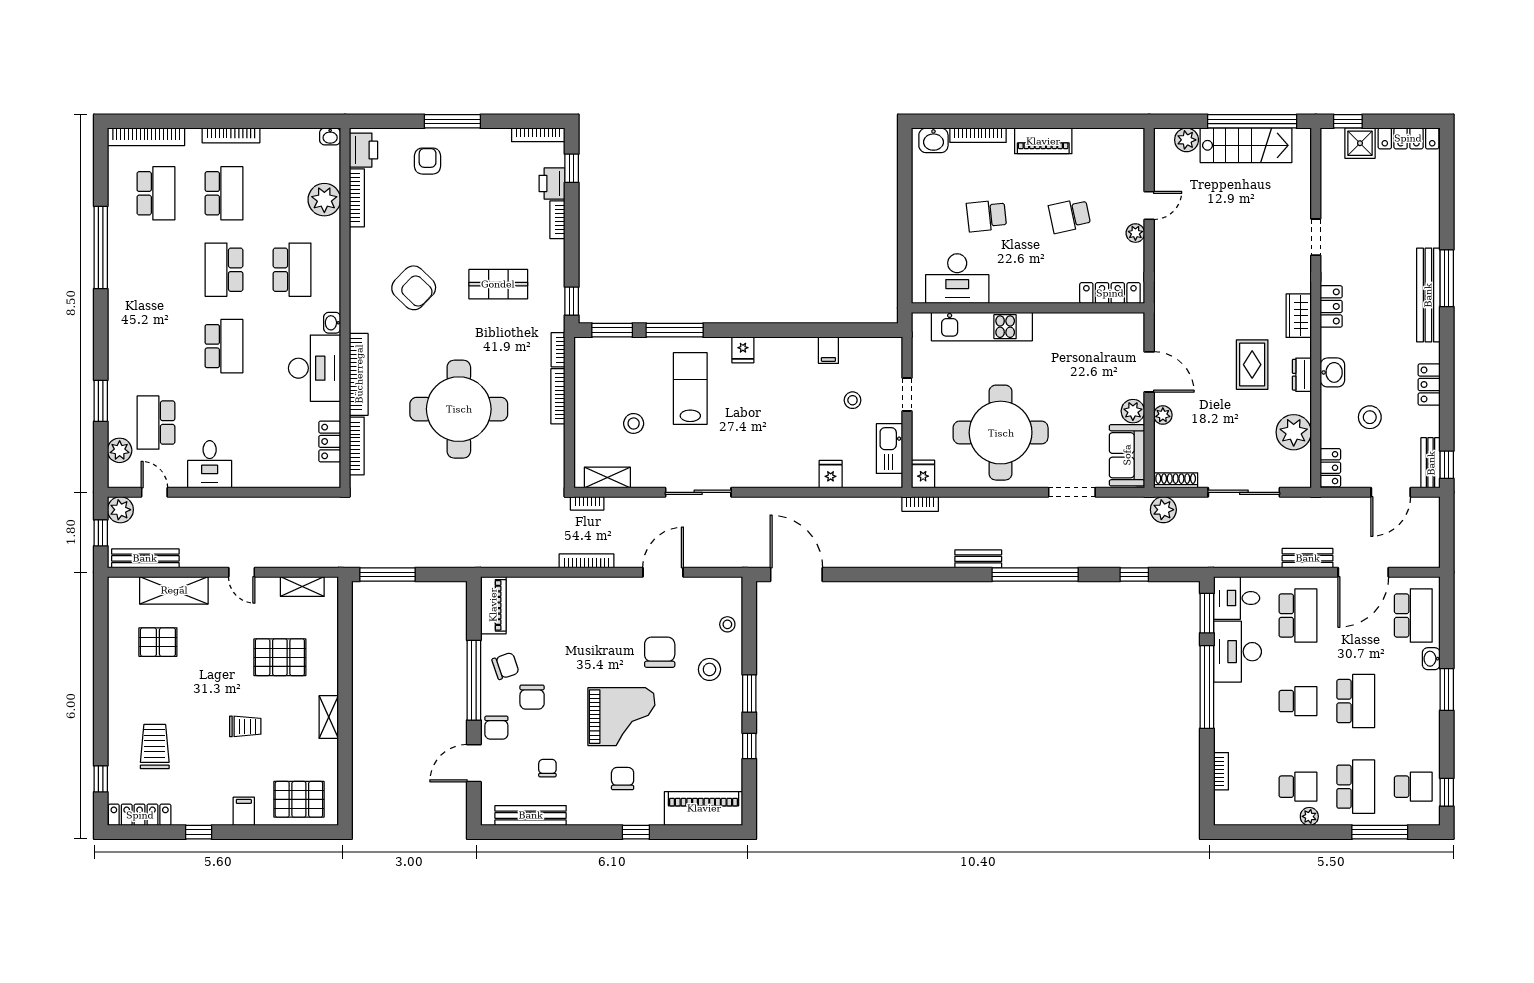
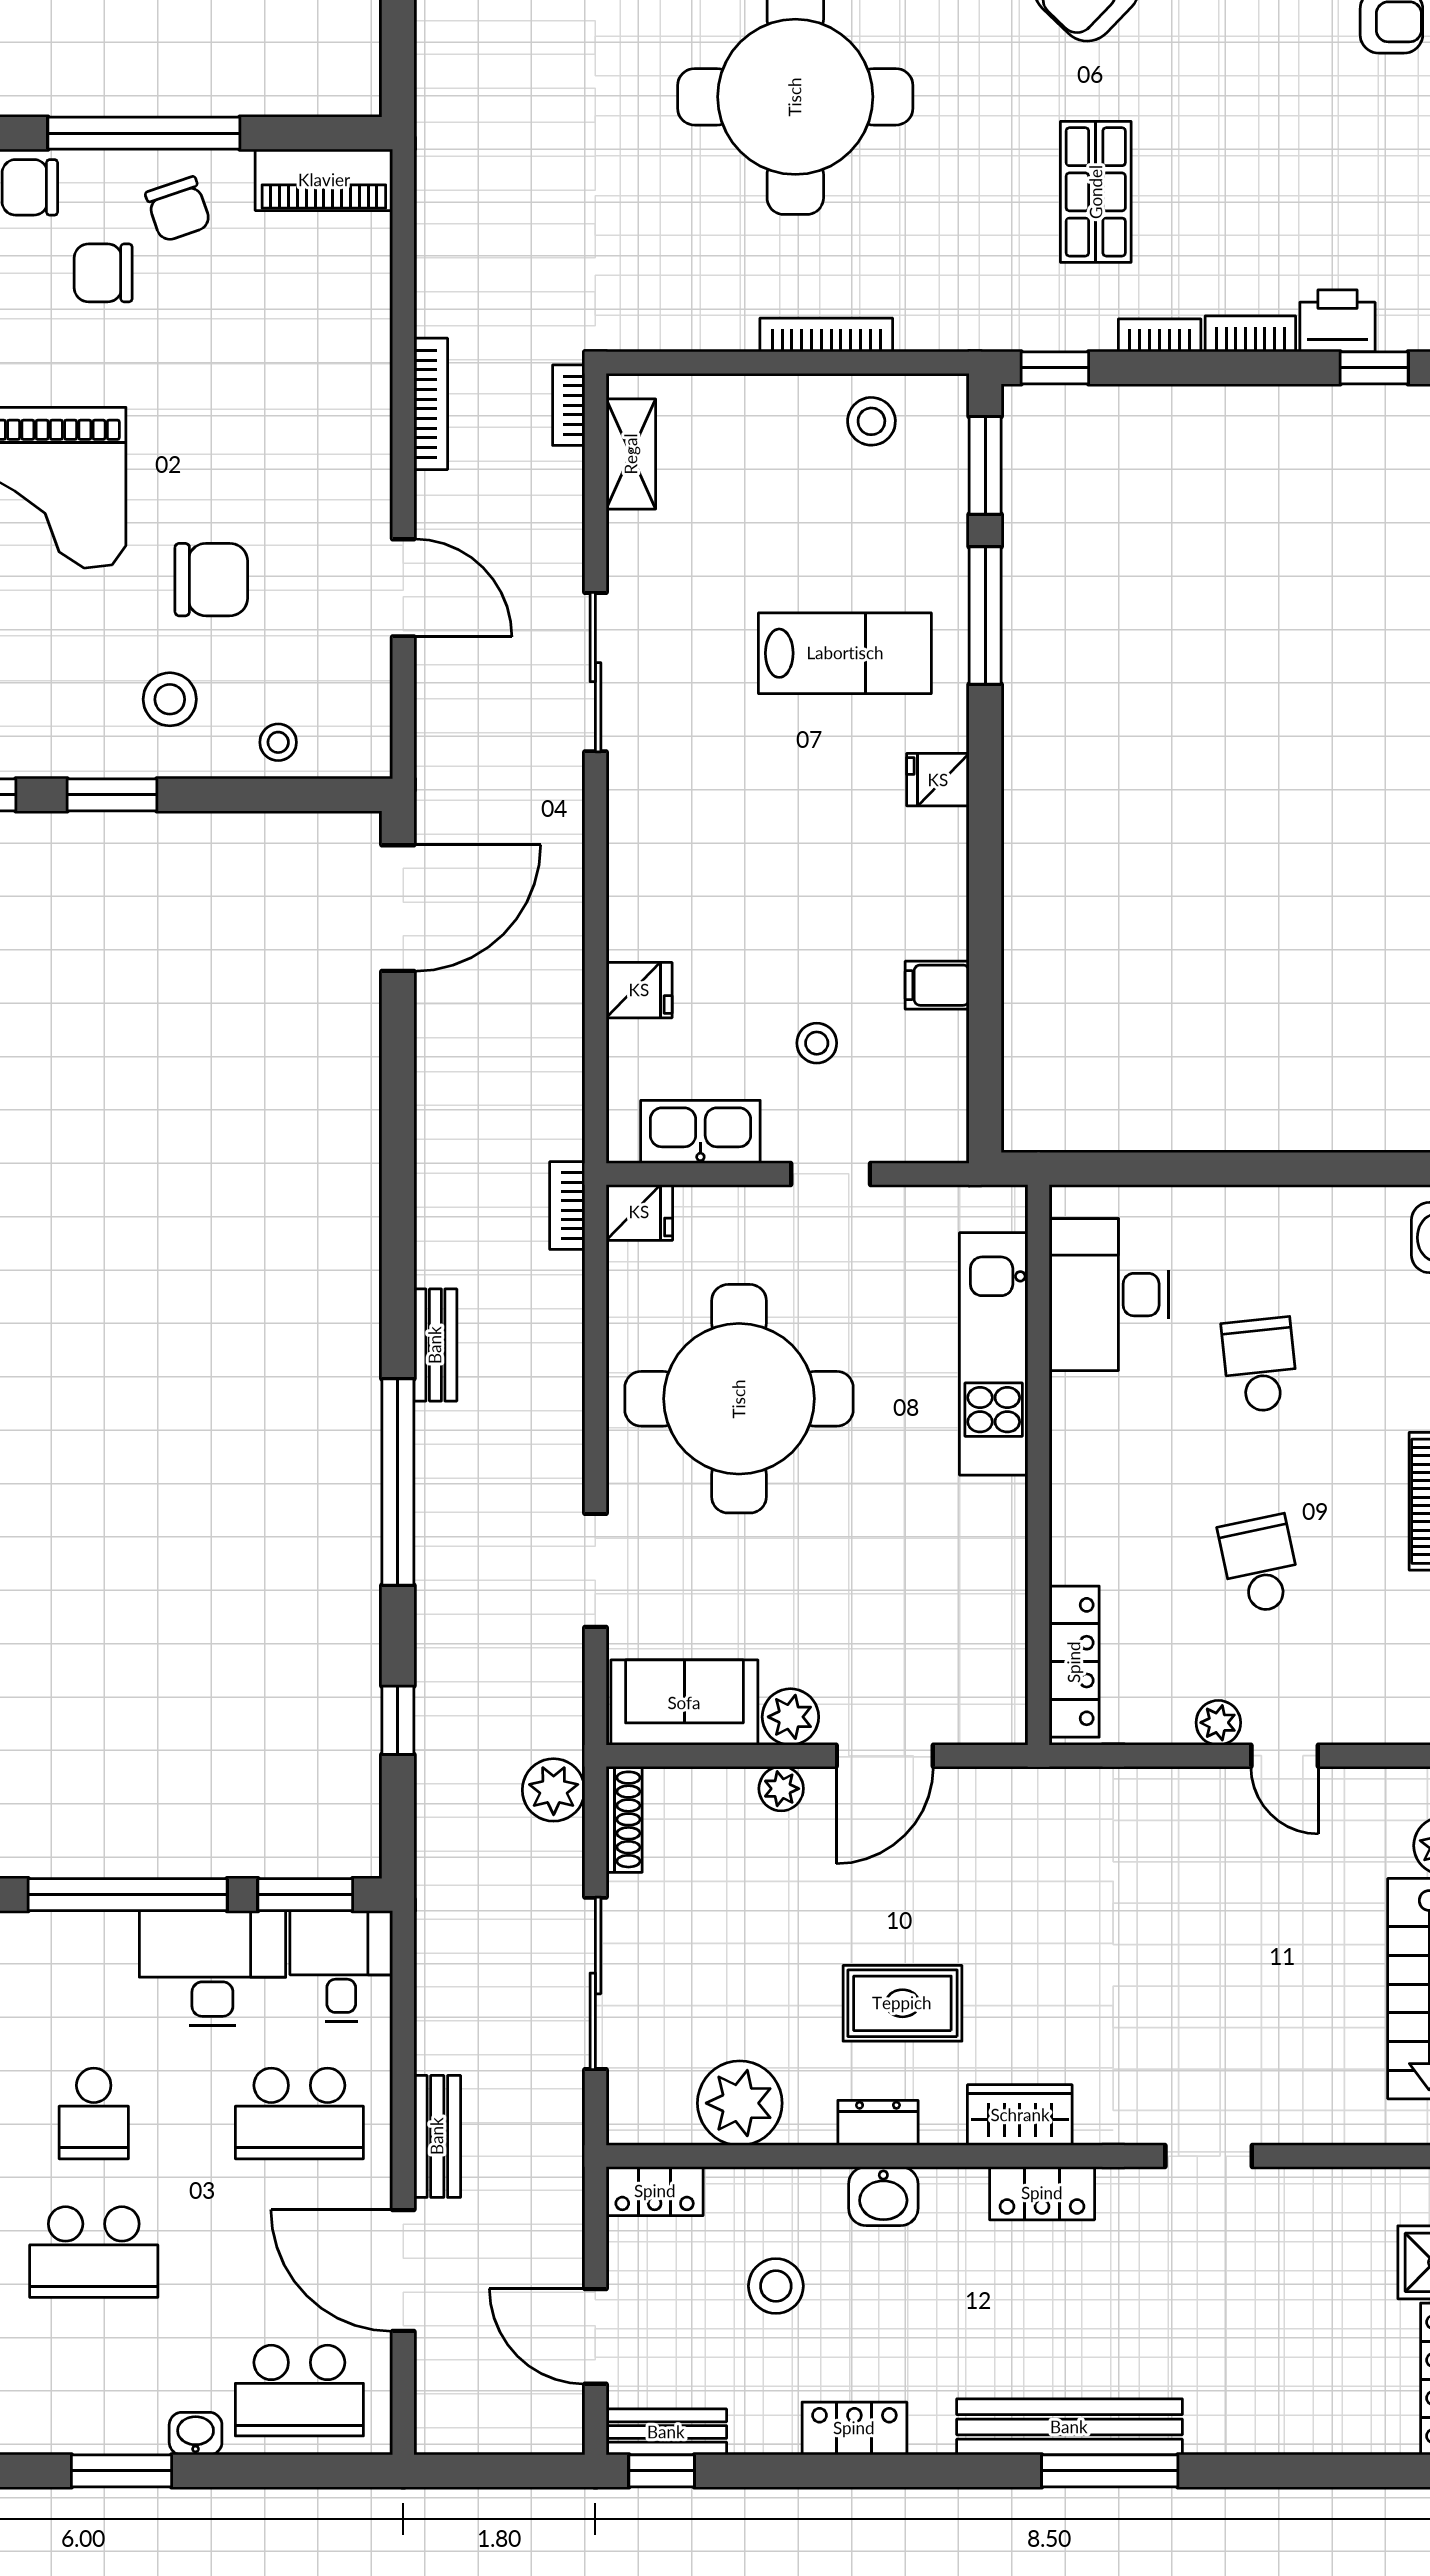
bookcase: (558, 350) -> (1160, 335), moved
stool: (634, 423) -> (871, 421), moved

